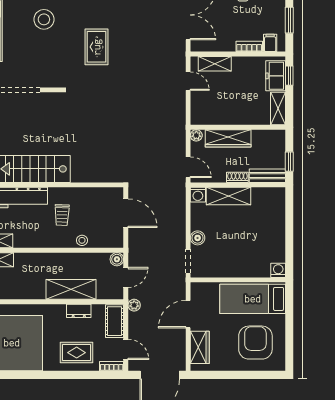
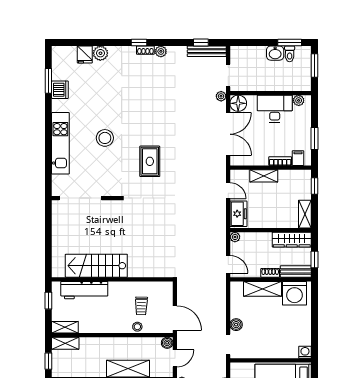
shelving: (215, 64) -> (264, 176), moved
freezer: (276, 76) -> (238, 214), moved, turned 180
wardrobe: (228, 138) -> (292, 240), moved
washing machine: (198, 195) -> (295, 293), moved, width x1.89, depth x1.89
door: (126, 213) -> (175, 318), moved
trolley: (62, 215) -> (141, 306), moved

